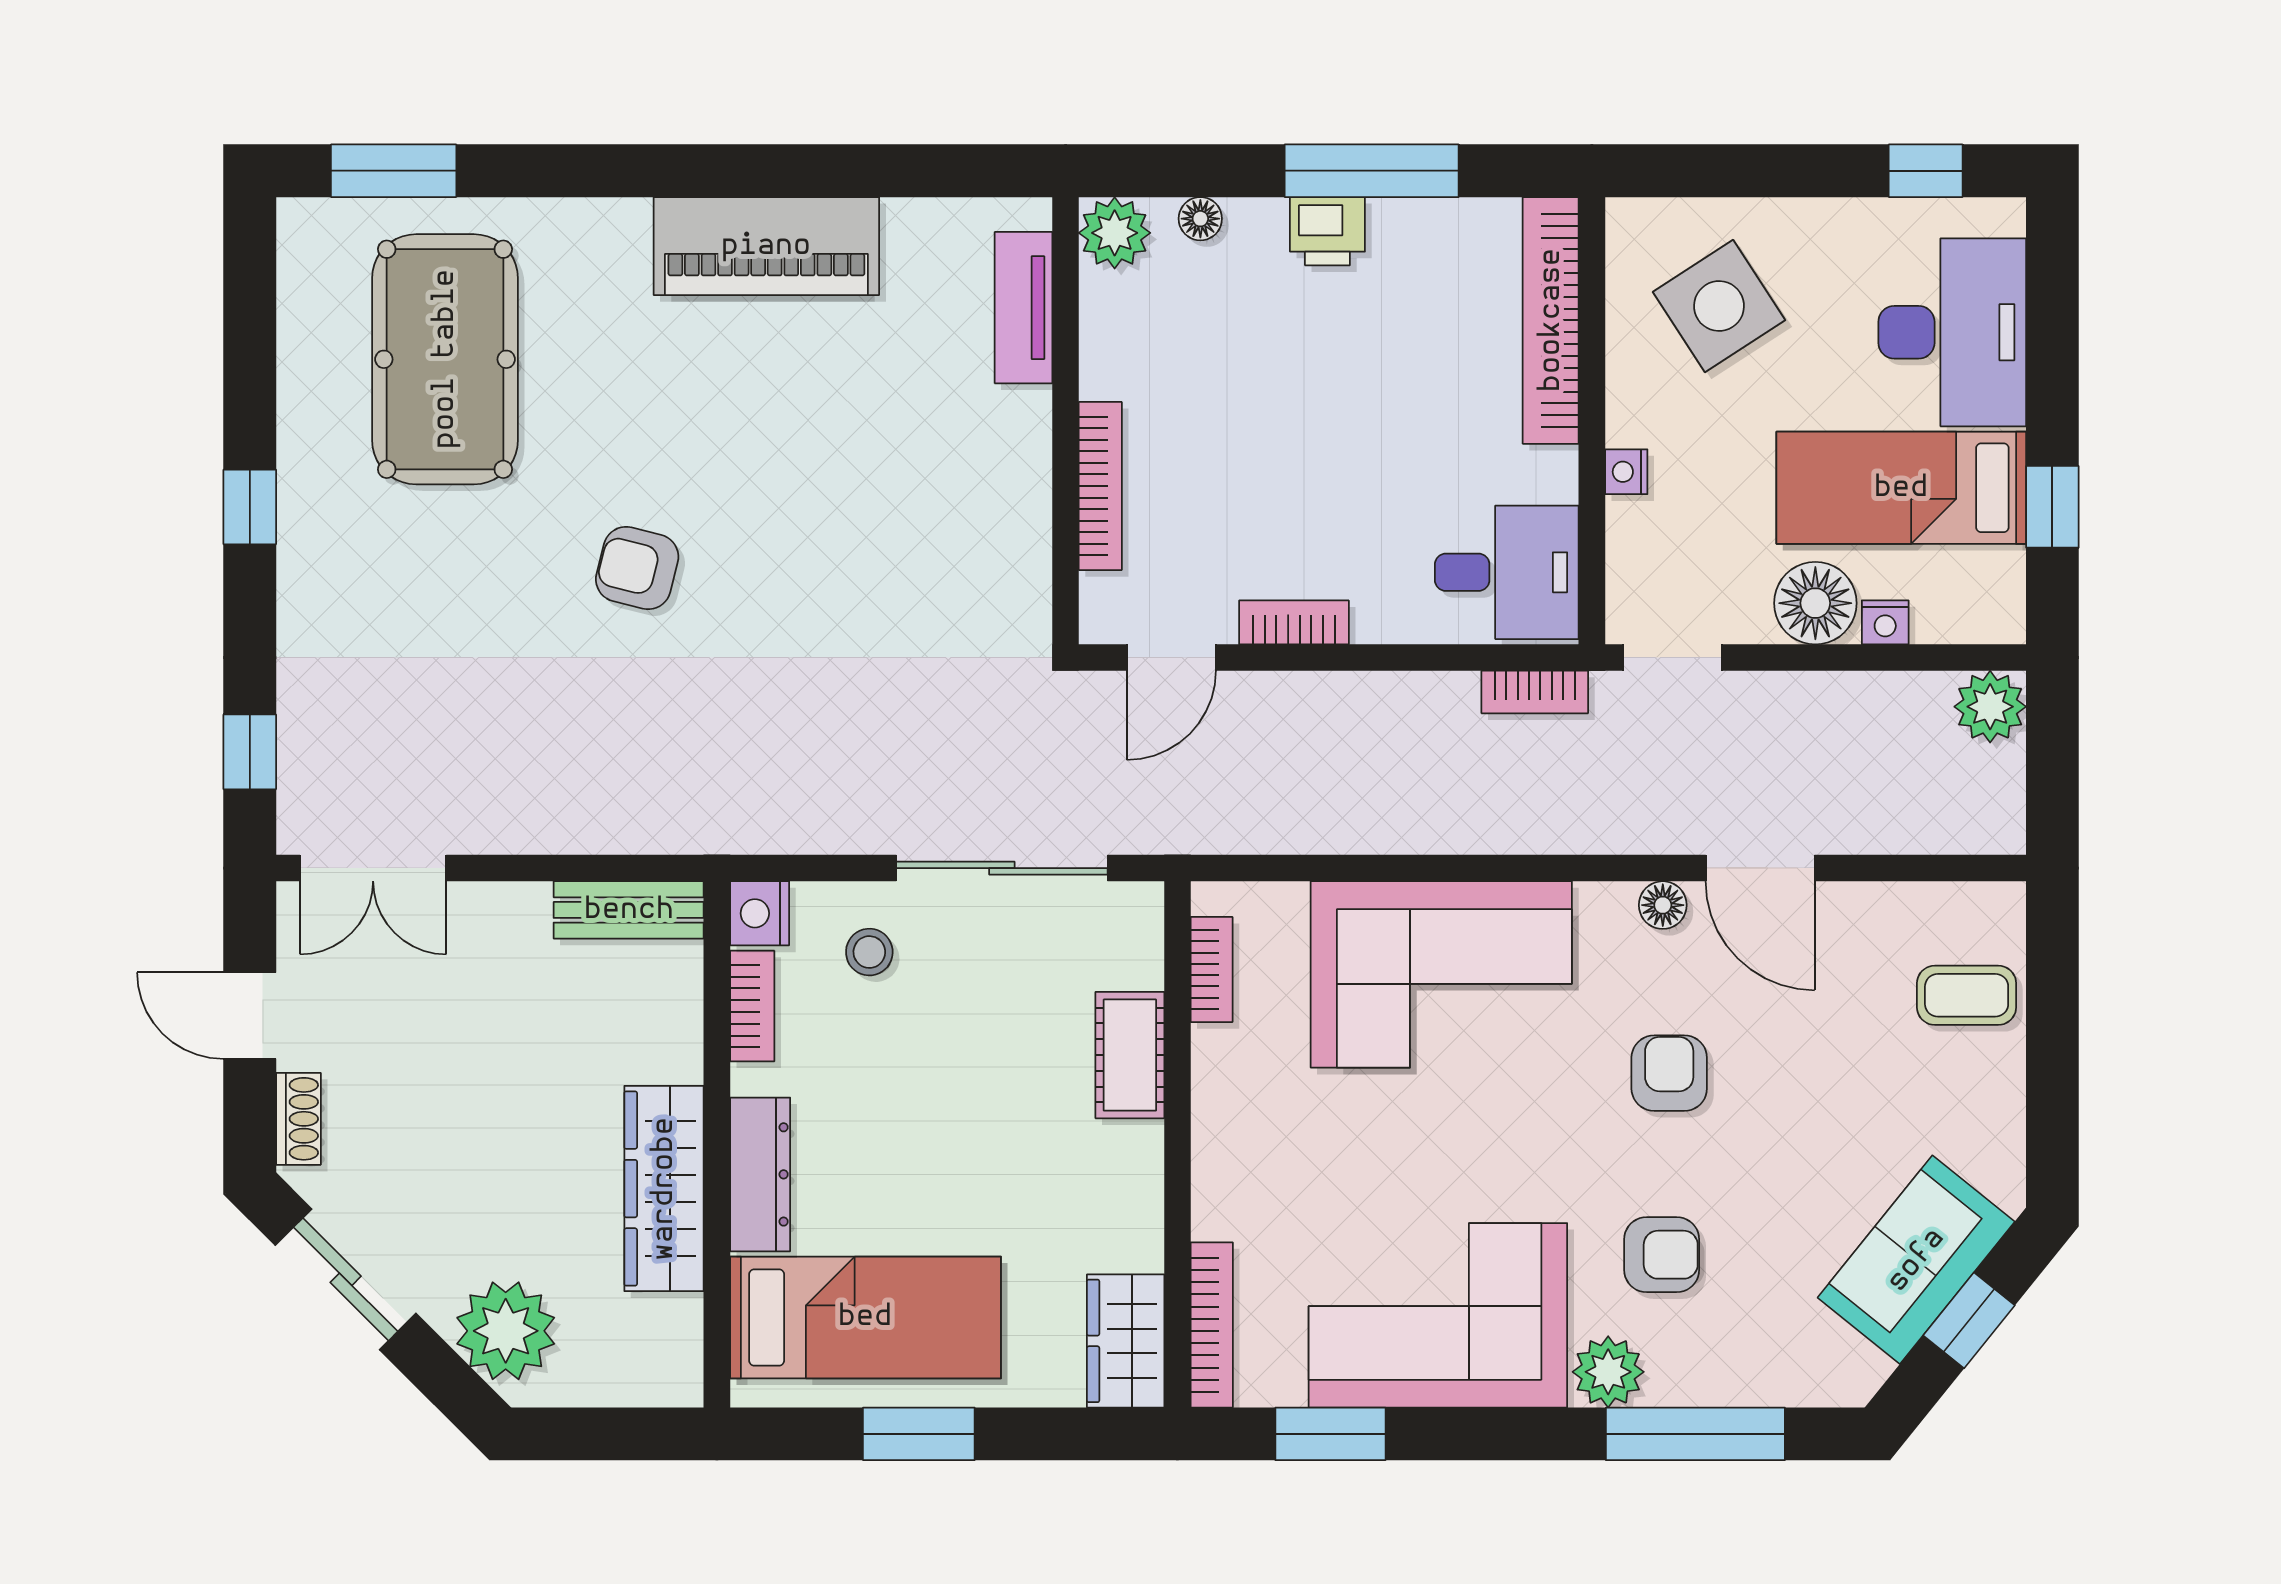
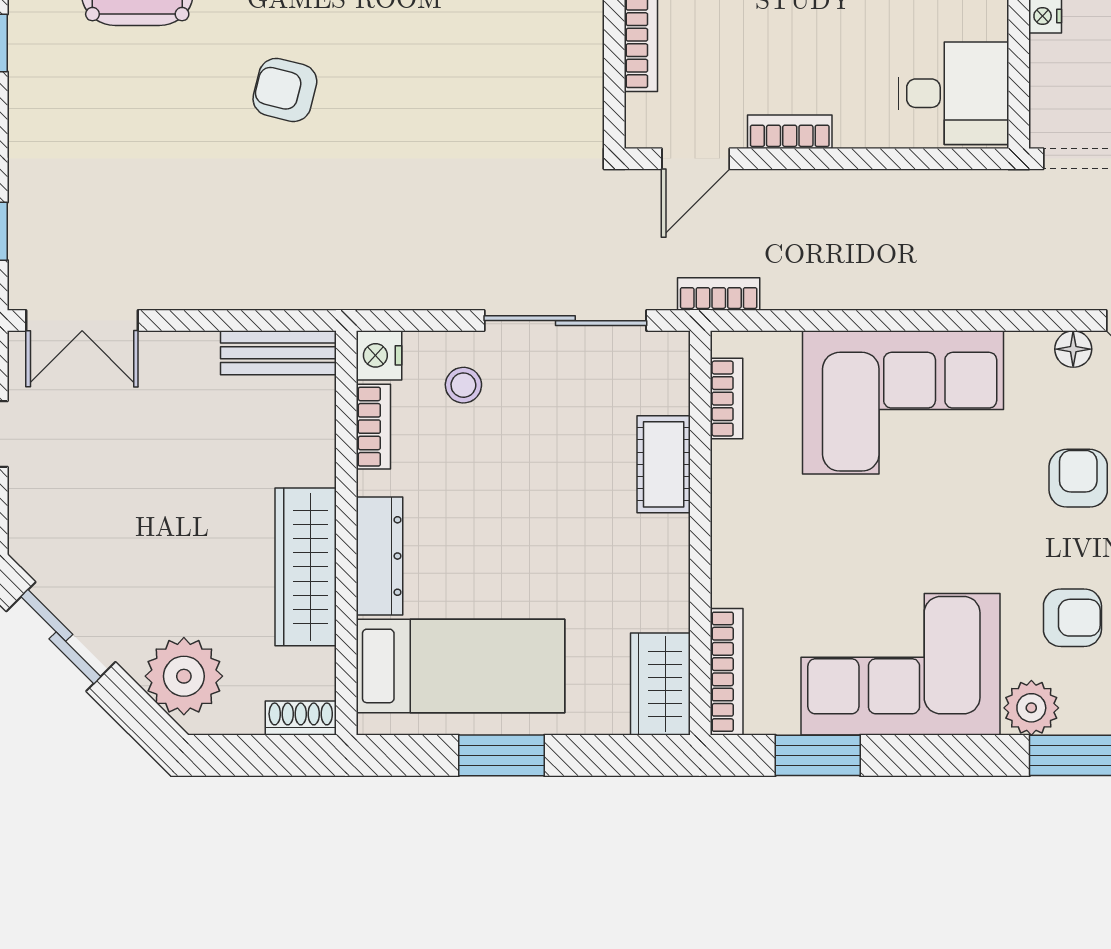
bookcase: (1535, 692) -> (719, 294), moved, turned 180
shoe rack: (298, 1119) -> (301, 718), moved, turned -90

